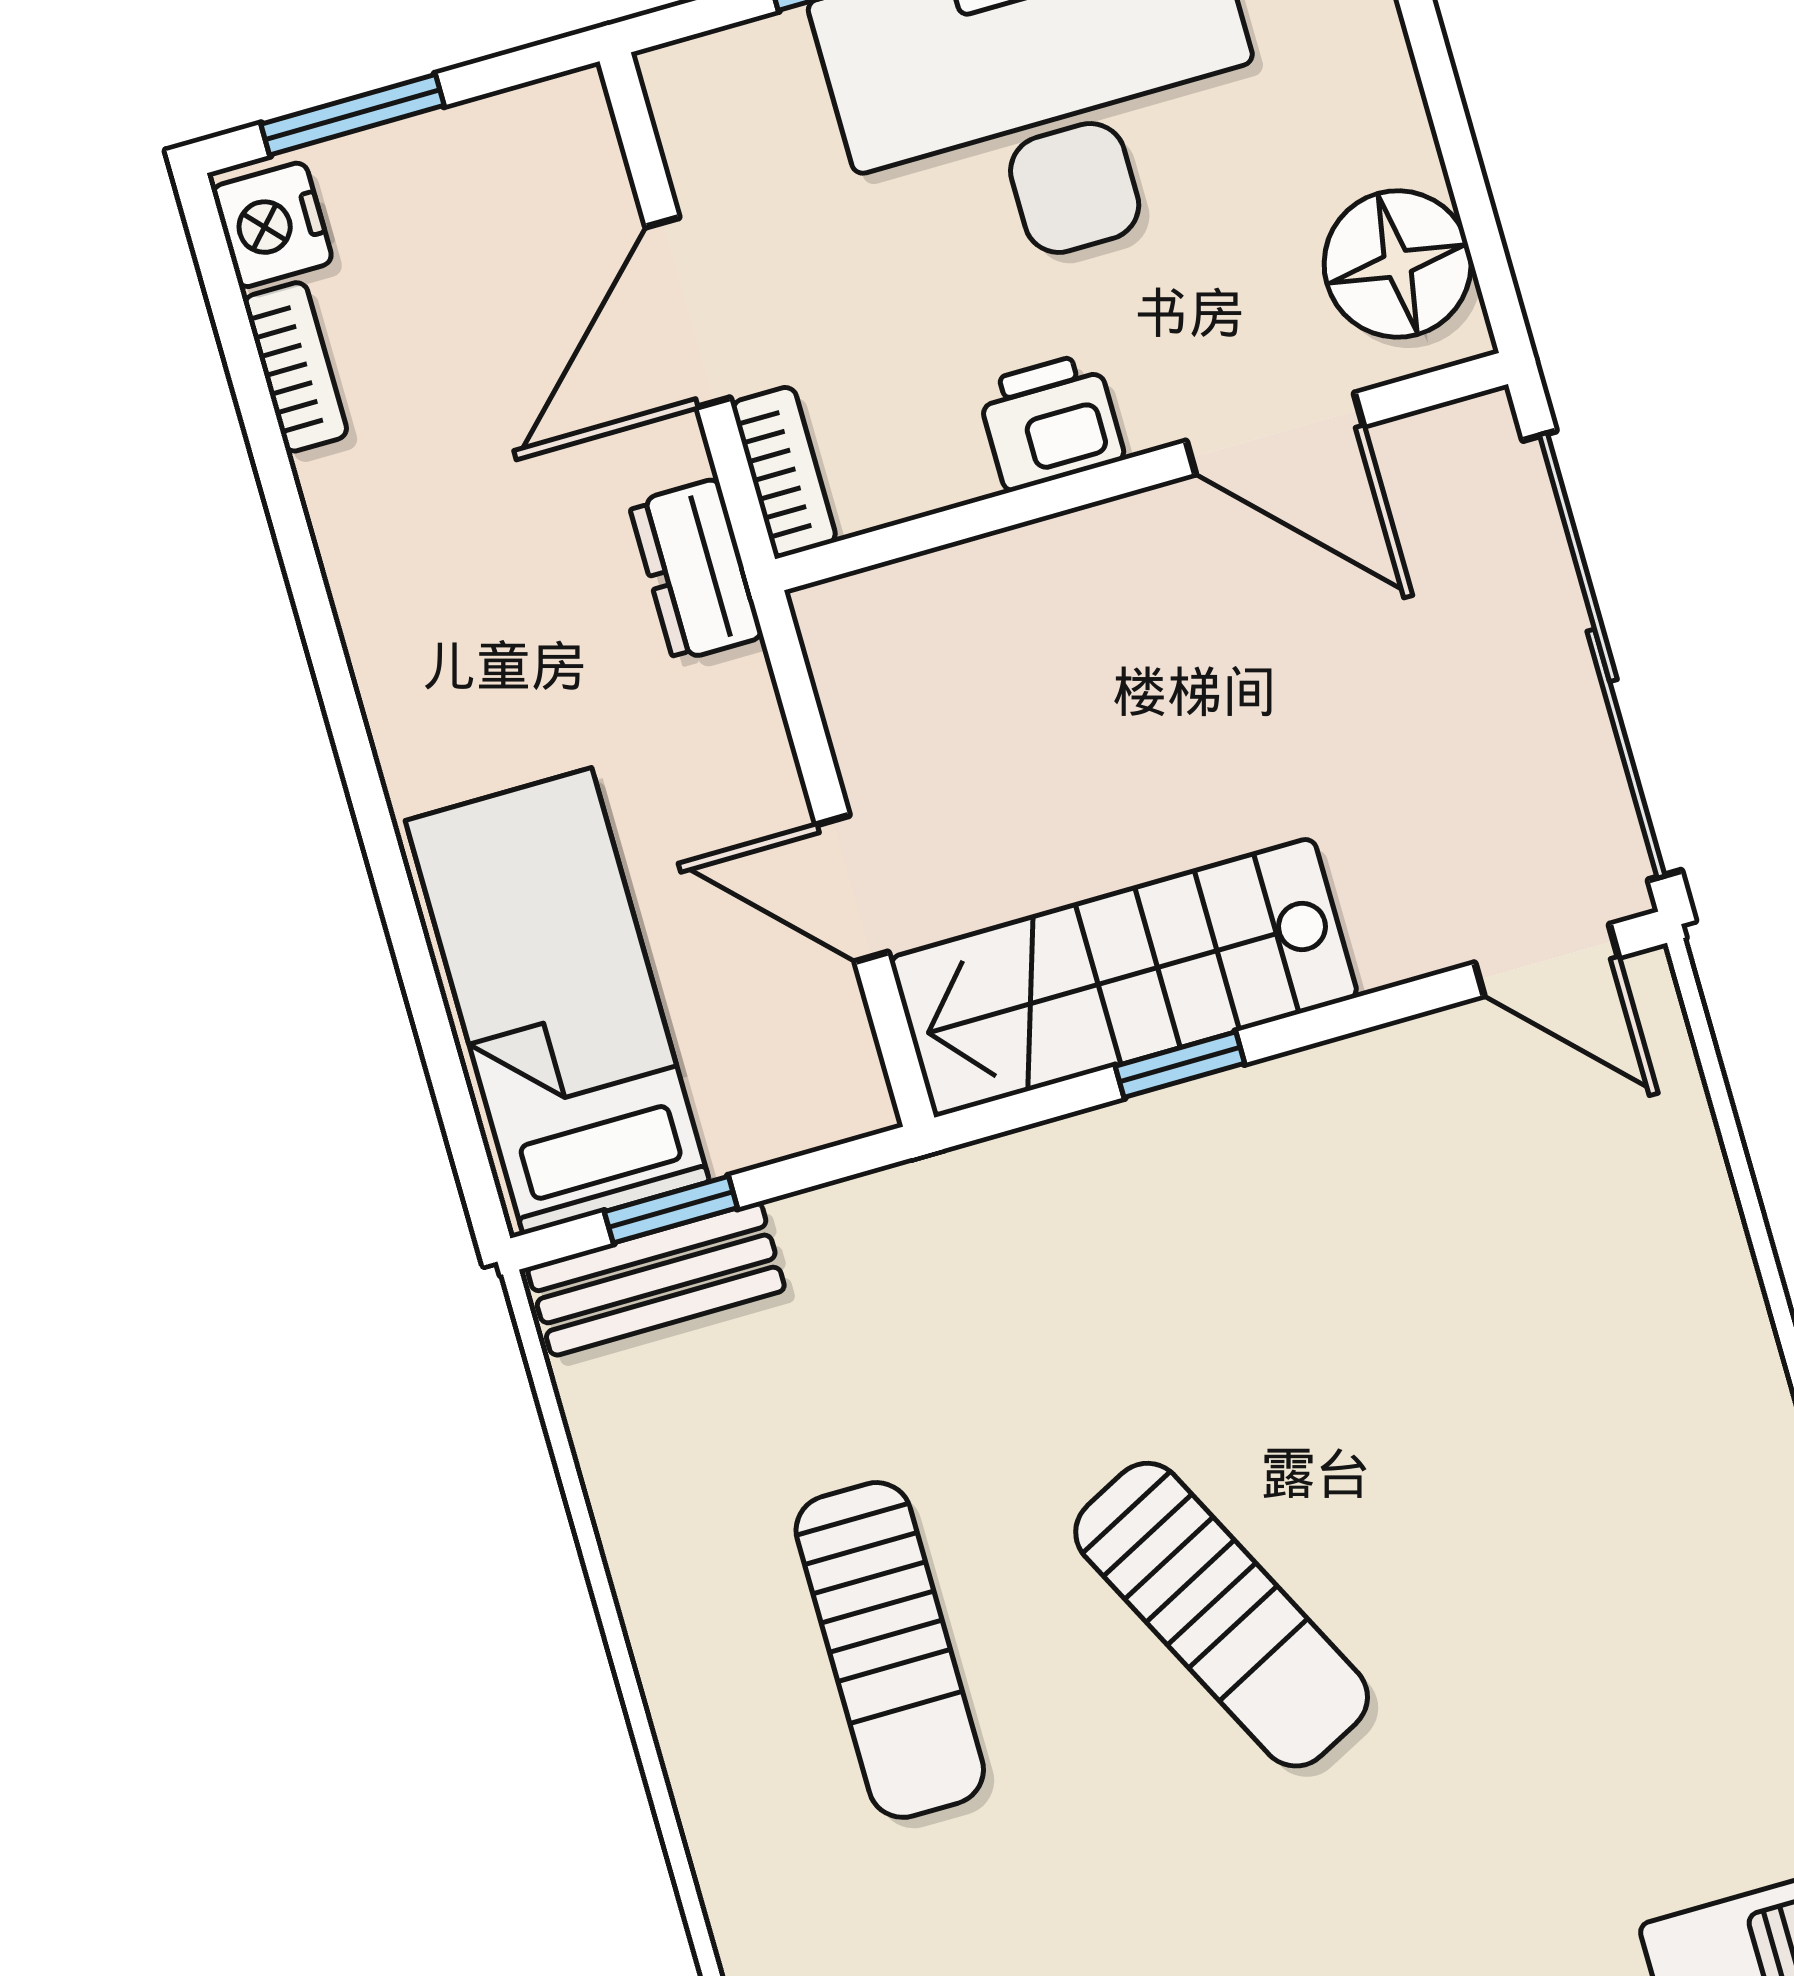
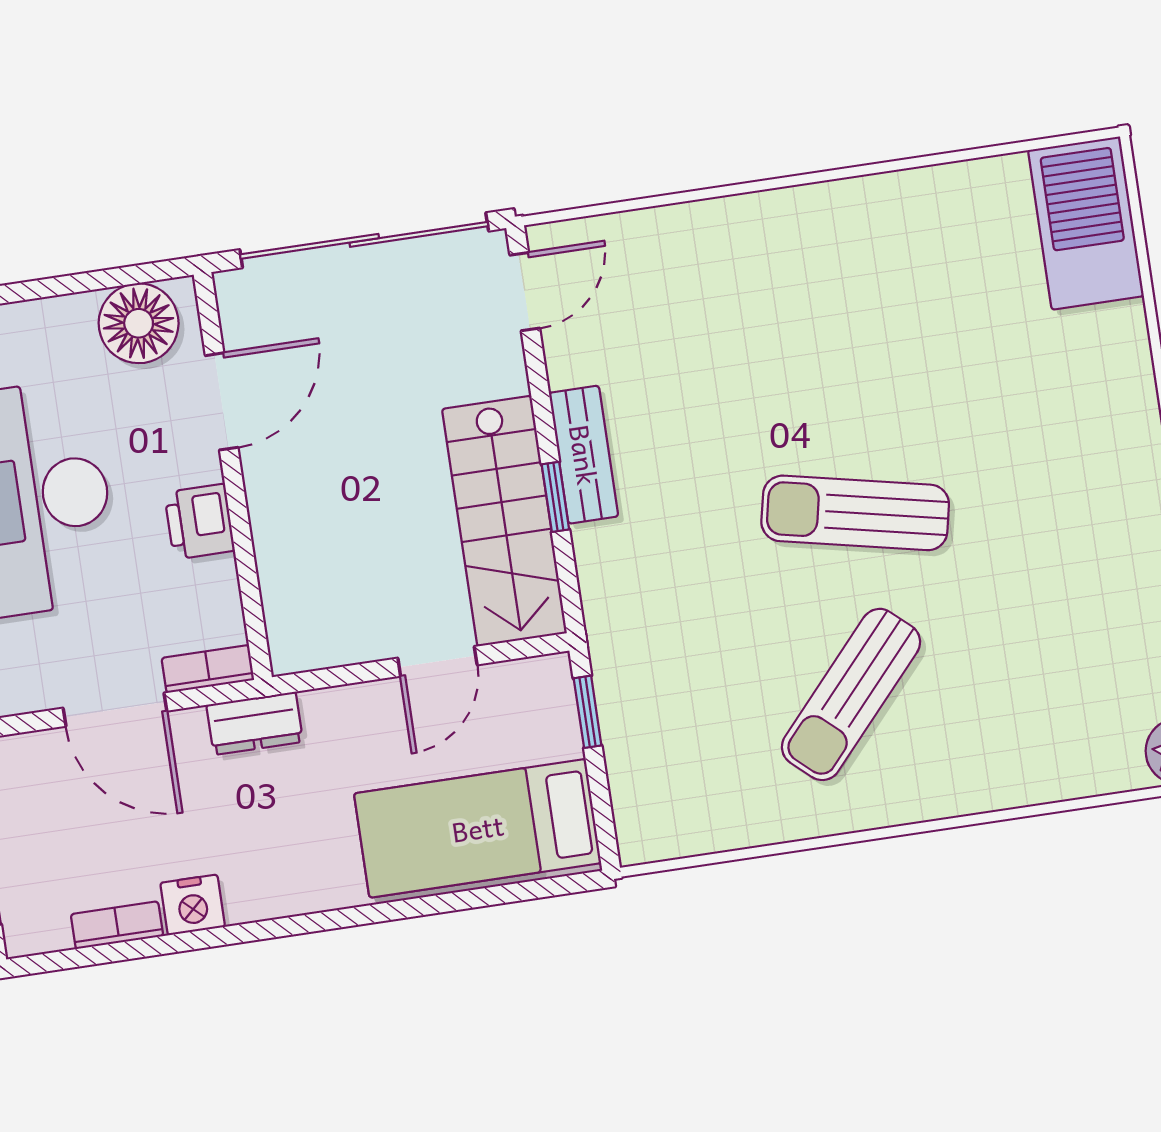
nightstand: (272, 225) -> (193, 905), moved
window: (671, 1210) -> (588, 712), moved
bench: (656, 1279) -> (584, 455), moved
sun lounger: (1222, 1615) -> (855, 513), turned -141
sun lounger: (890, 1650) -> (851, 694), turned 132

